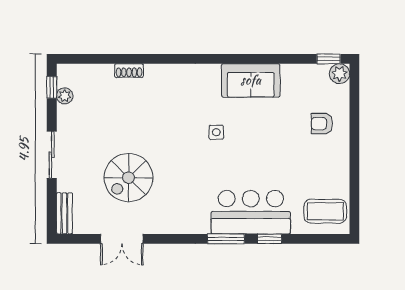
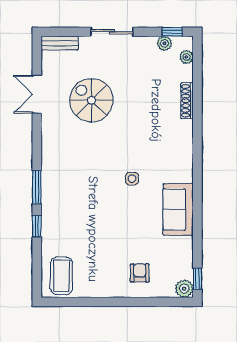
plant: (80, 71) -> (186, 57), added
shoe rack: (129, 71) -> (187, 101), width x1.43
bar counter: (251, 212) -> (61, 209), removed

